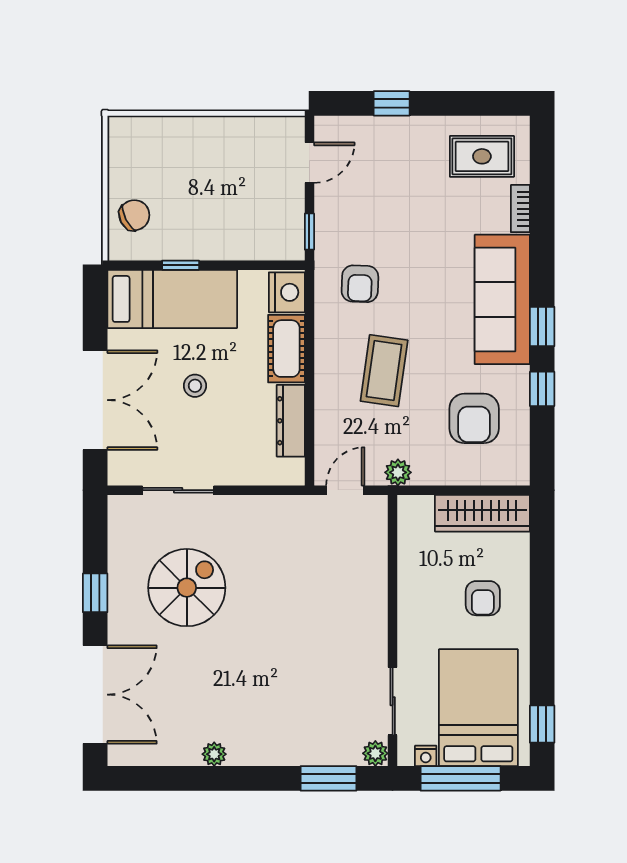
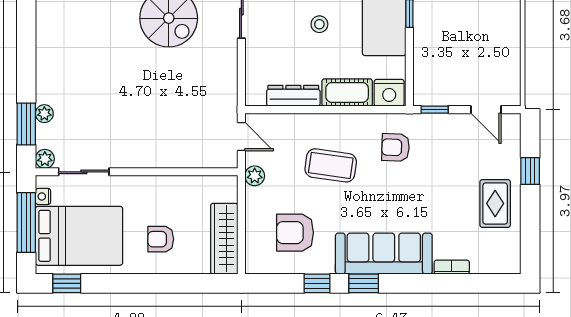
rug: (482, 156) -> (495, 203), moved
plant: (214, 754) -> (44, 114), moved

